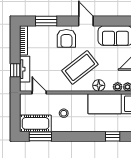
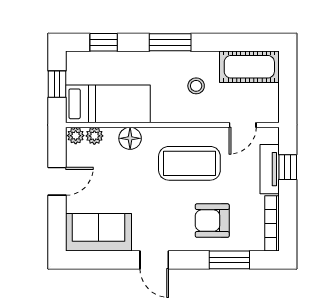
armchair: (66, 38) -> (212, 221), moved, turned -90
coffee table: (80, 67) -> (189, 163), moved, turned 38
door: (39, 93) -> (243, 125), hinge flipped
window: (40, 136) -> (170, 42), moved

